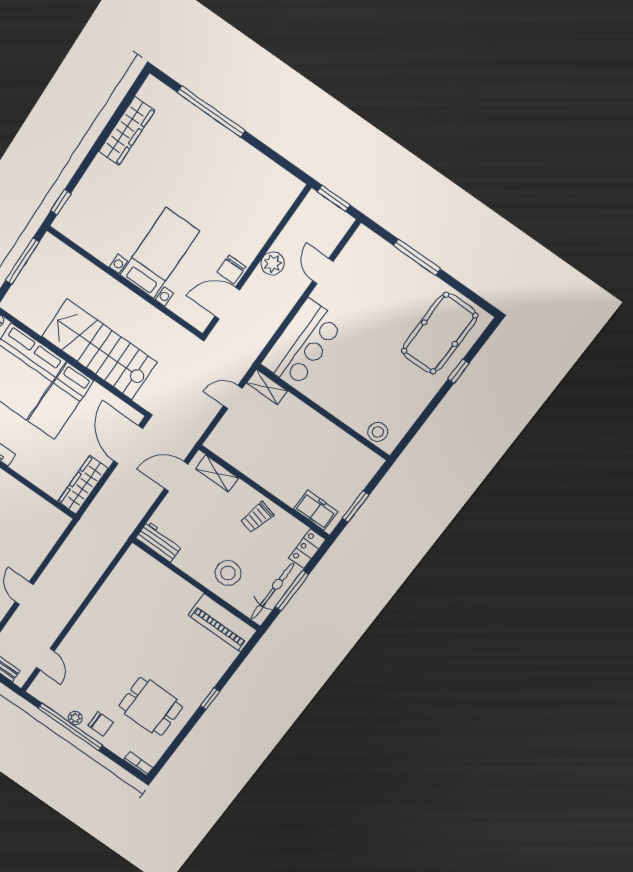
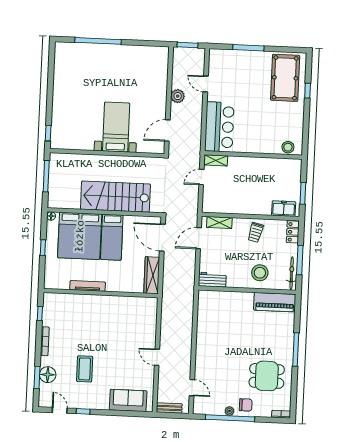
wardrobe: (127, 131) -> (61, 77), removed
chair: (232, 270) -> (159, 112), removed
bicycle: (272, 591) -> (292, 273), width x0.73, depth x0.71
window: (210, 698) -> (296, 349), width x2.17

